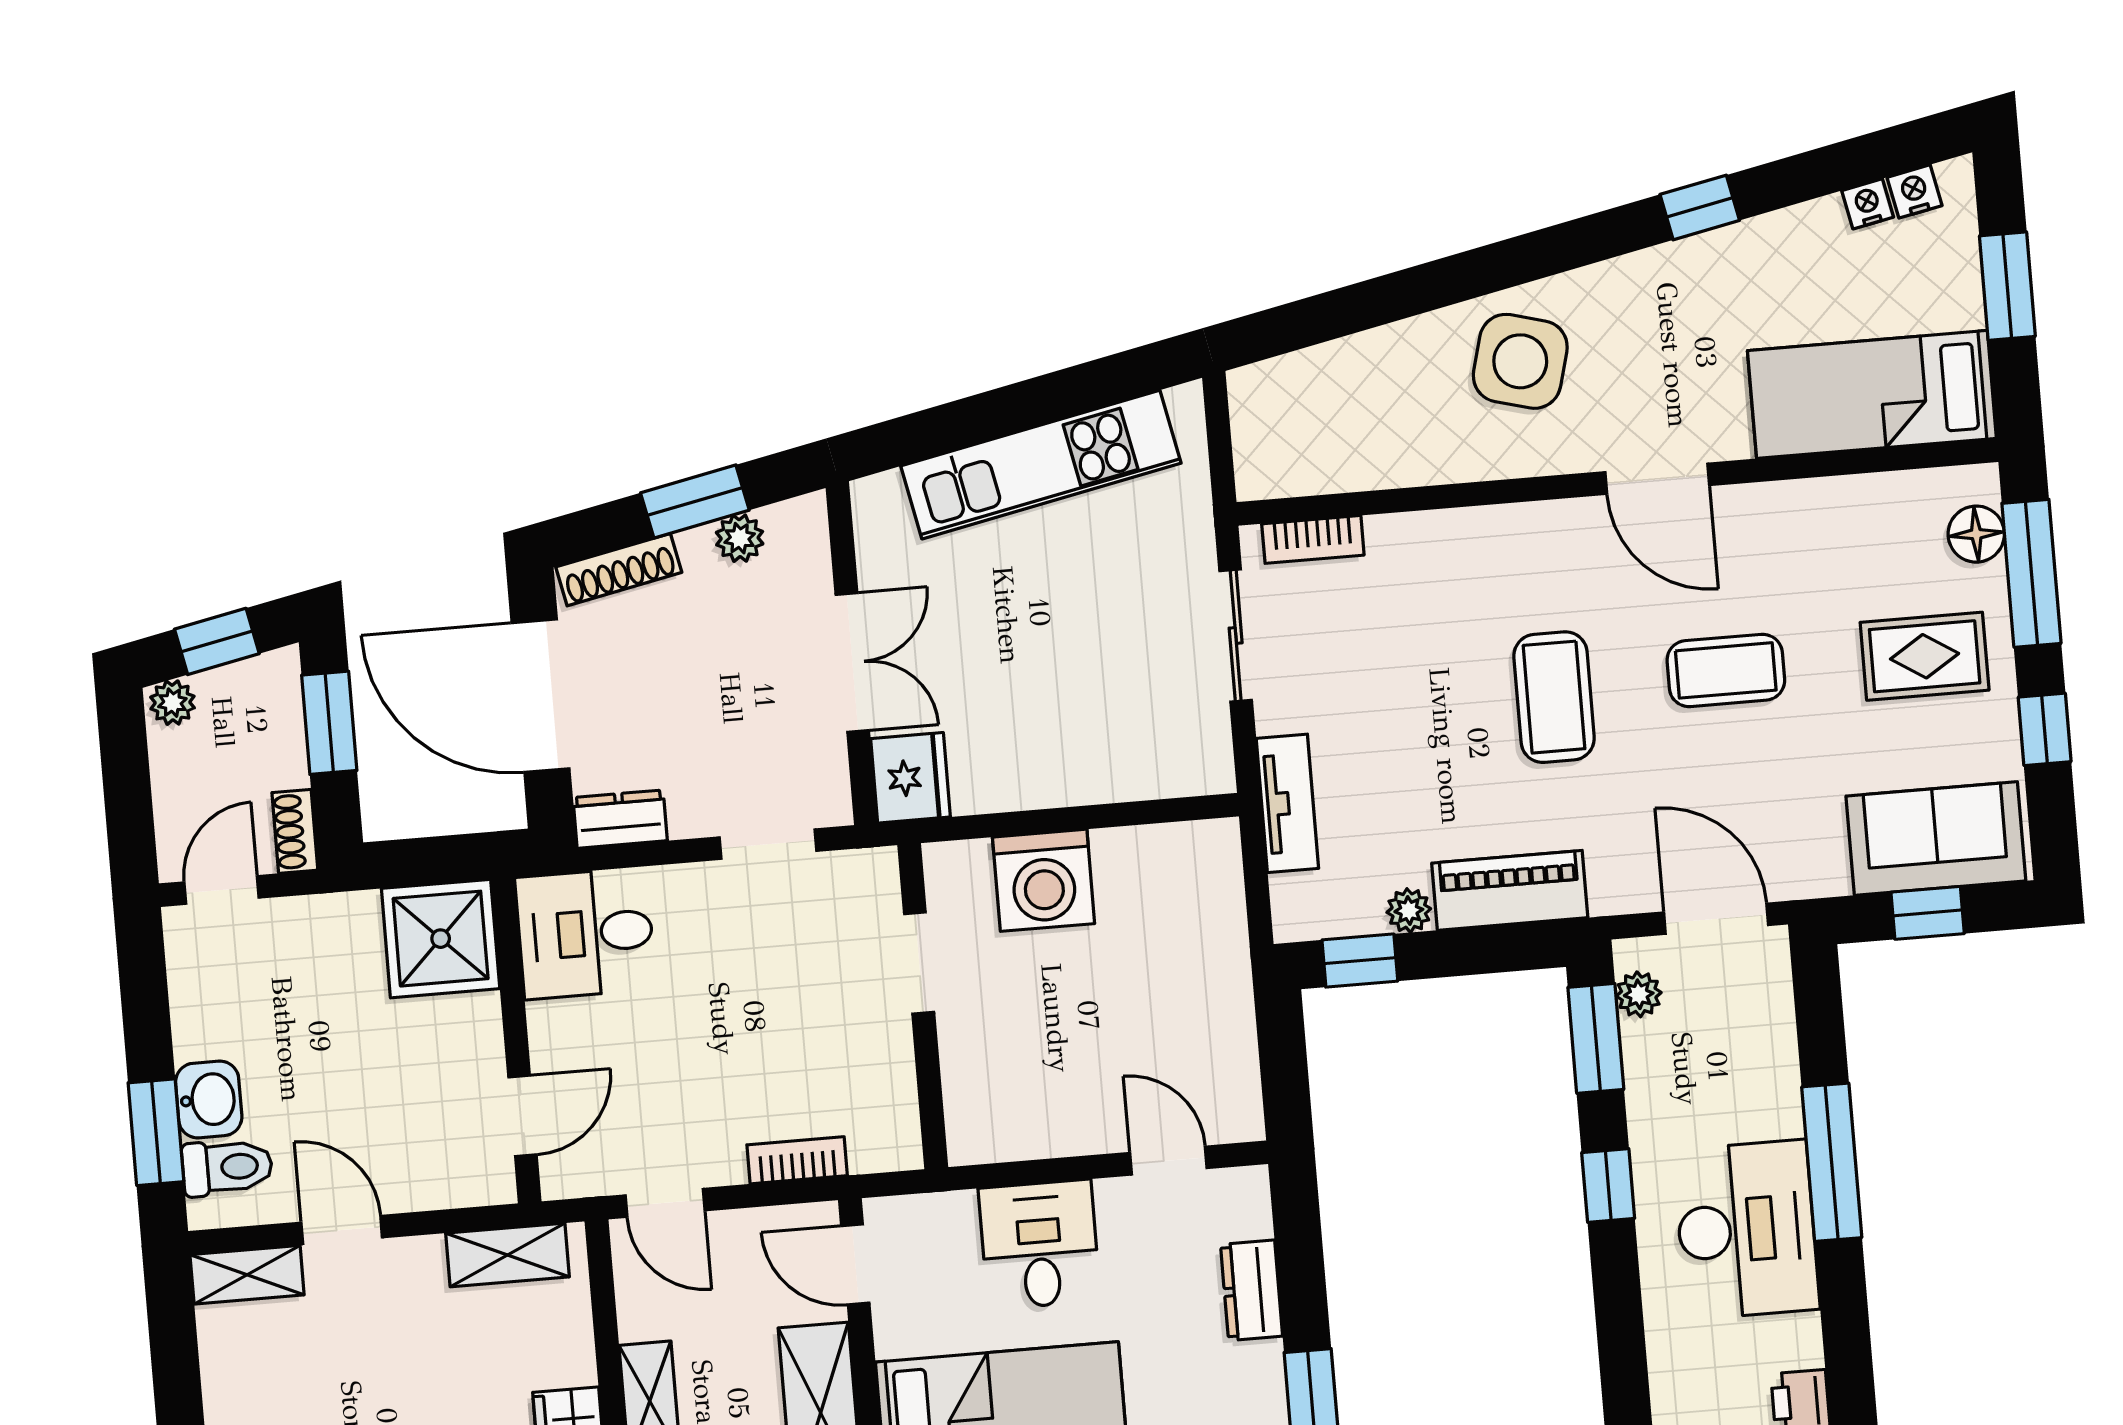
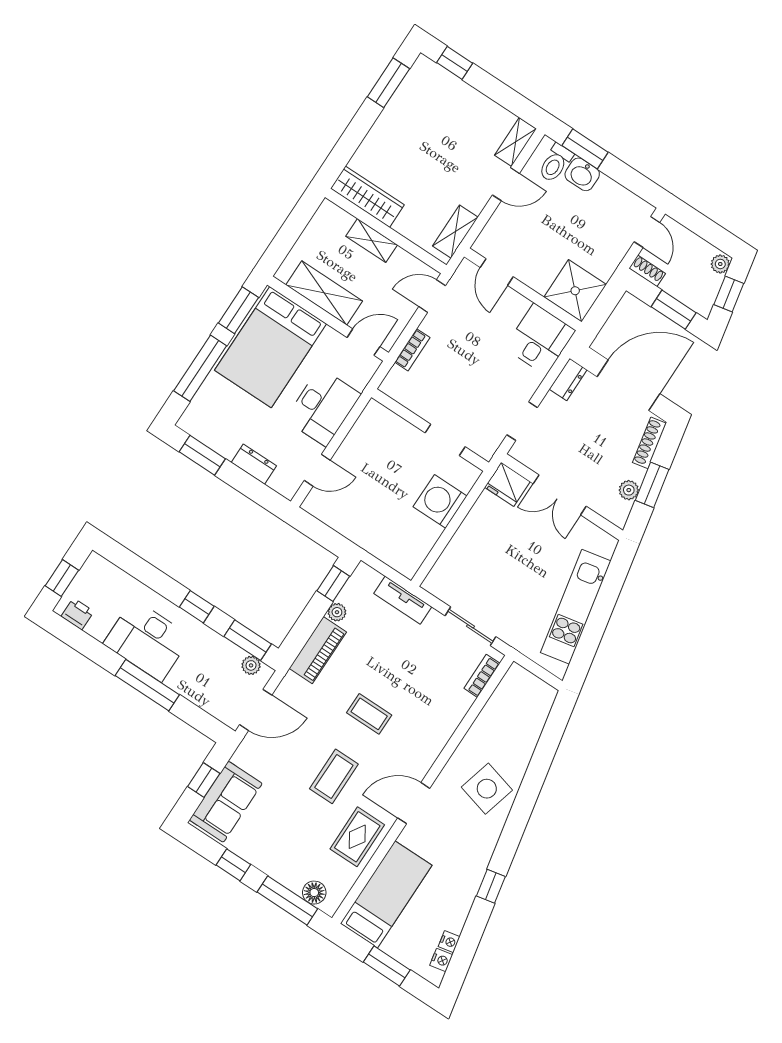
rug: (1925, 656) -> (357, 837), moved
coffee table: (1554, 697) -> (369, 714), width x0.73, depth x0.77
desk: (1039, 1245) -> (323, 407), width x1.37

